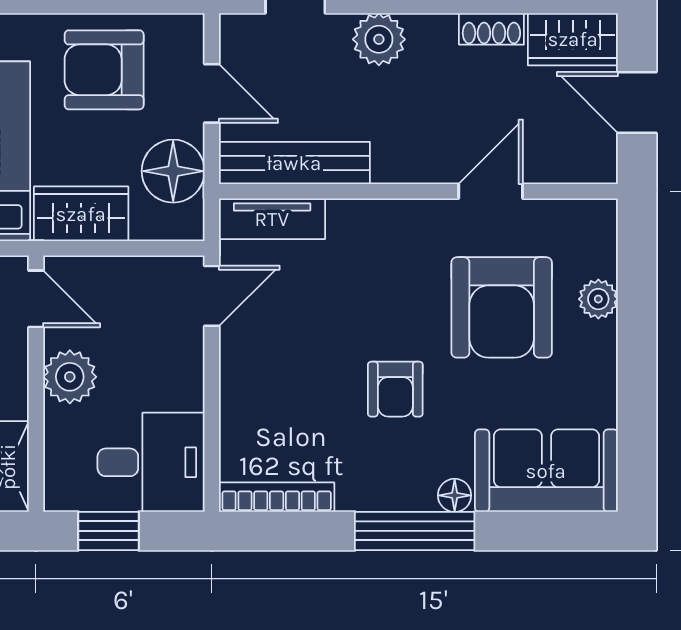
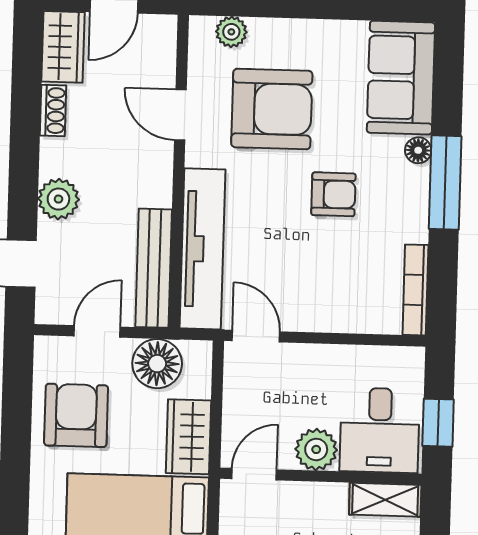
armchair: (104, 70) -> (76, 415), turned 180
tv unit: (272, 219) -> (202, 249), width x1.92, depth x1.29
plant: (598, 299) -> (231, 32), moved
desk: (151, 462) -> (380, 430), moved, turned 180

